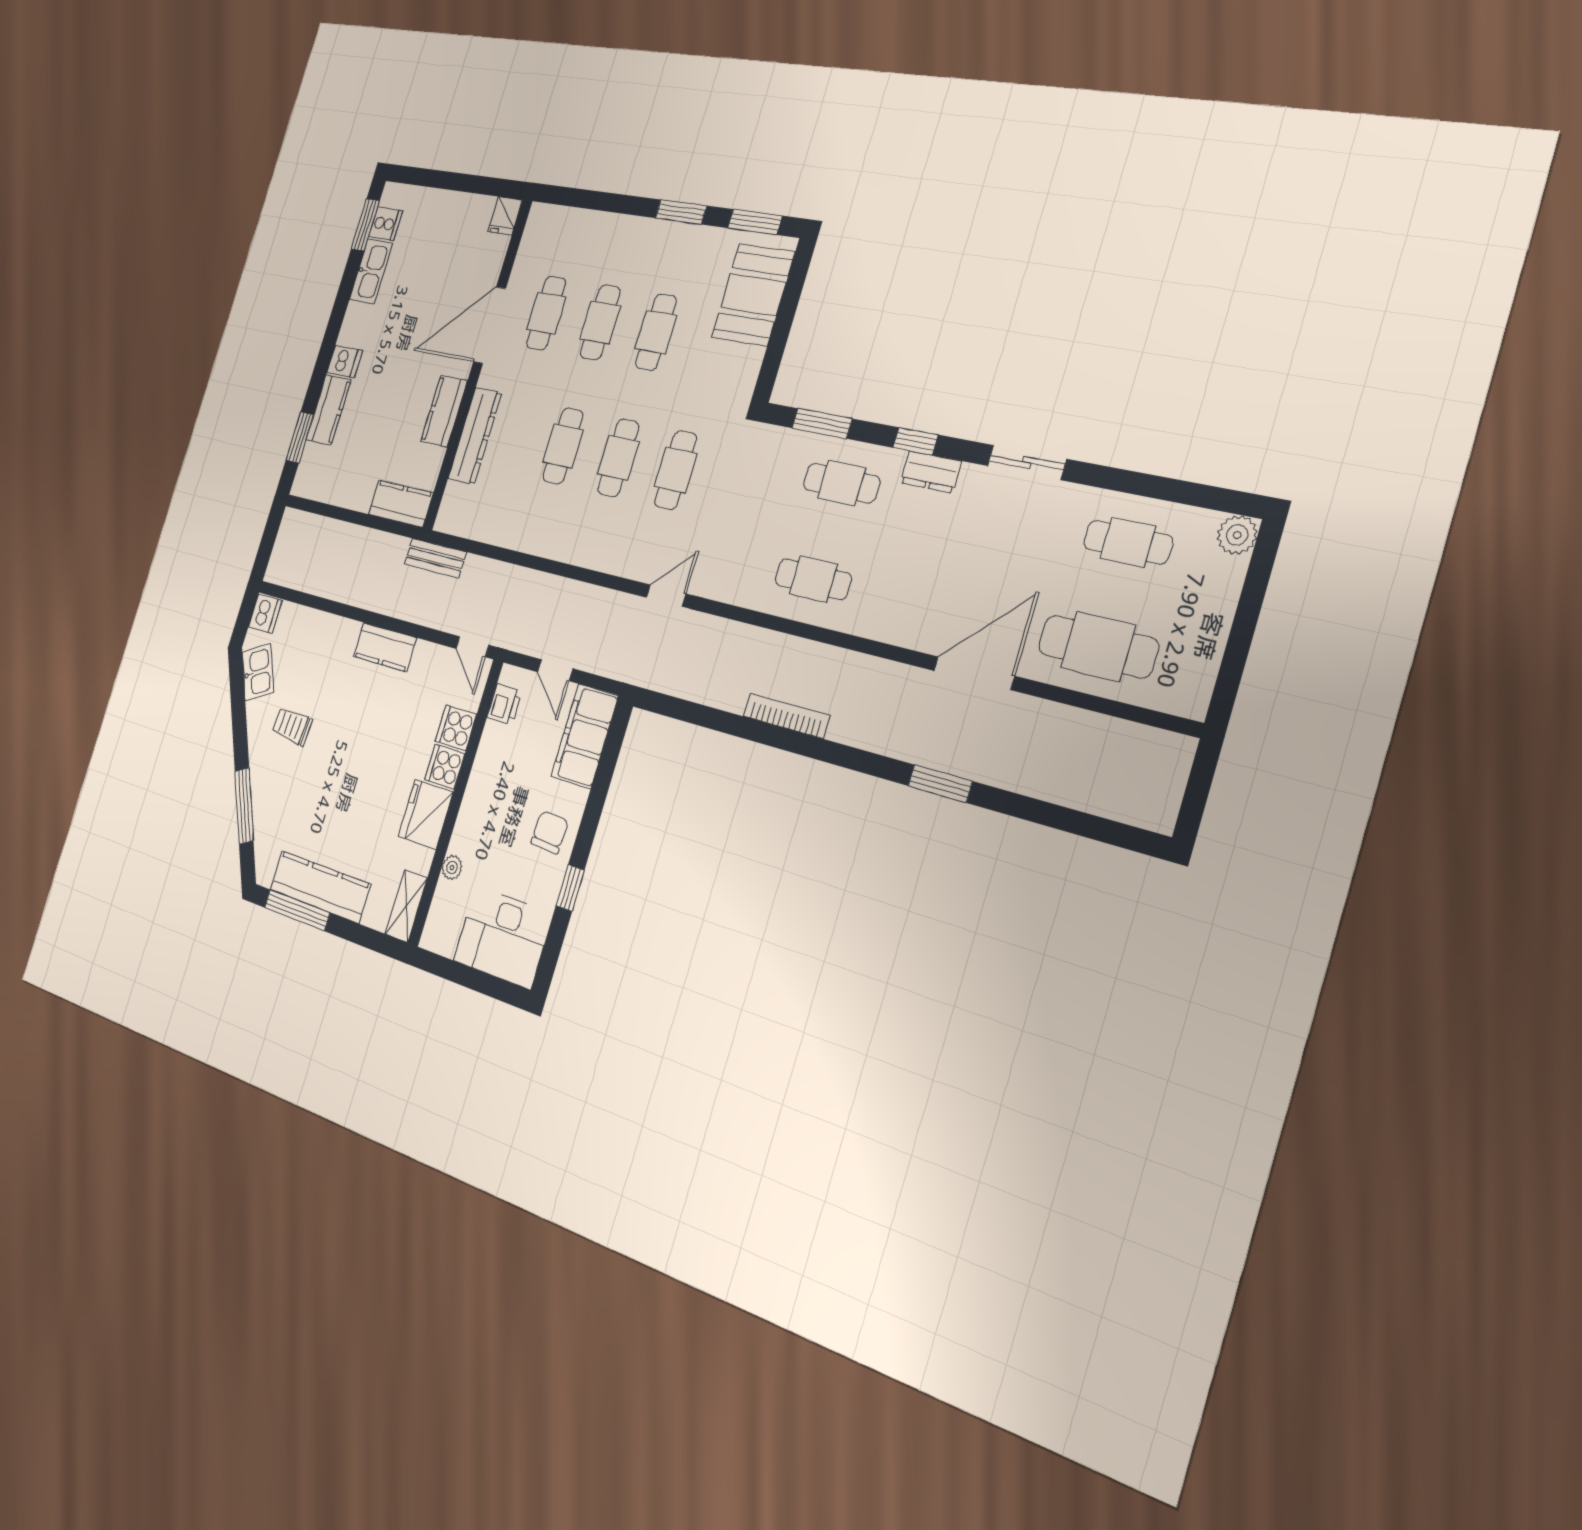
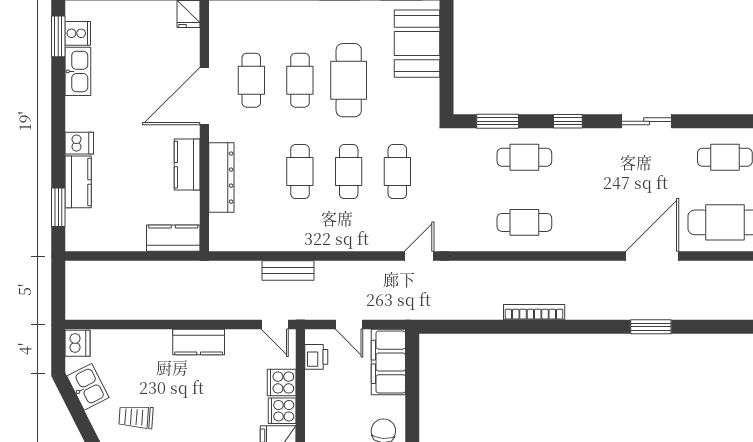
cafe table: (656, 332) -> (349, 80), width x1.37, depth x1.35
dresser: (931, 472) -> (585, 139), removed
bench: (435, 558) -> (288, 271), moved

